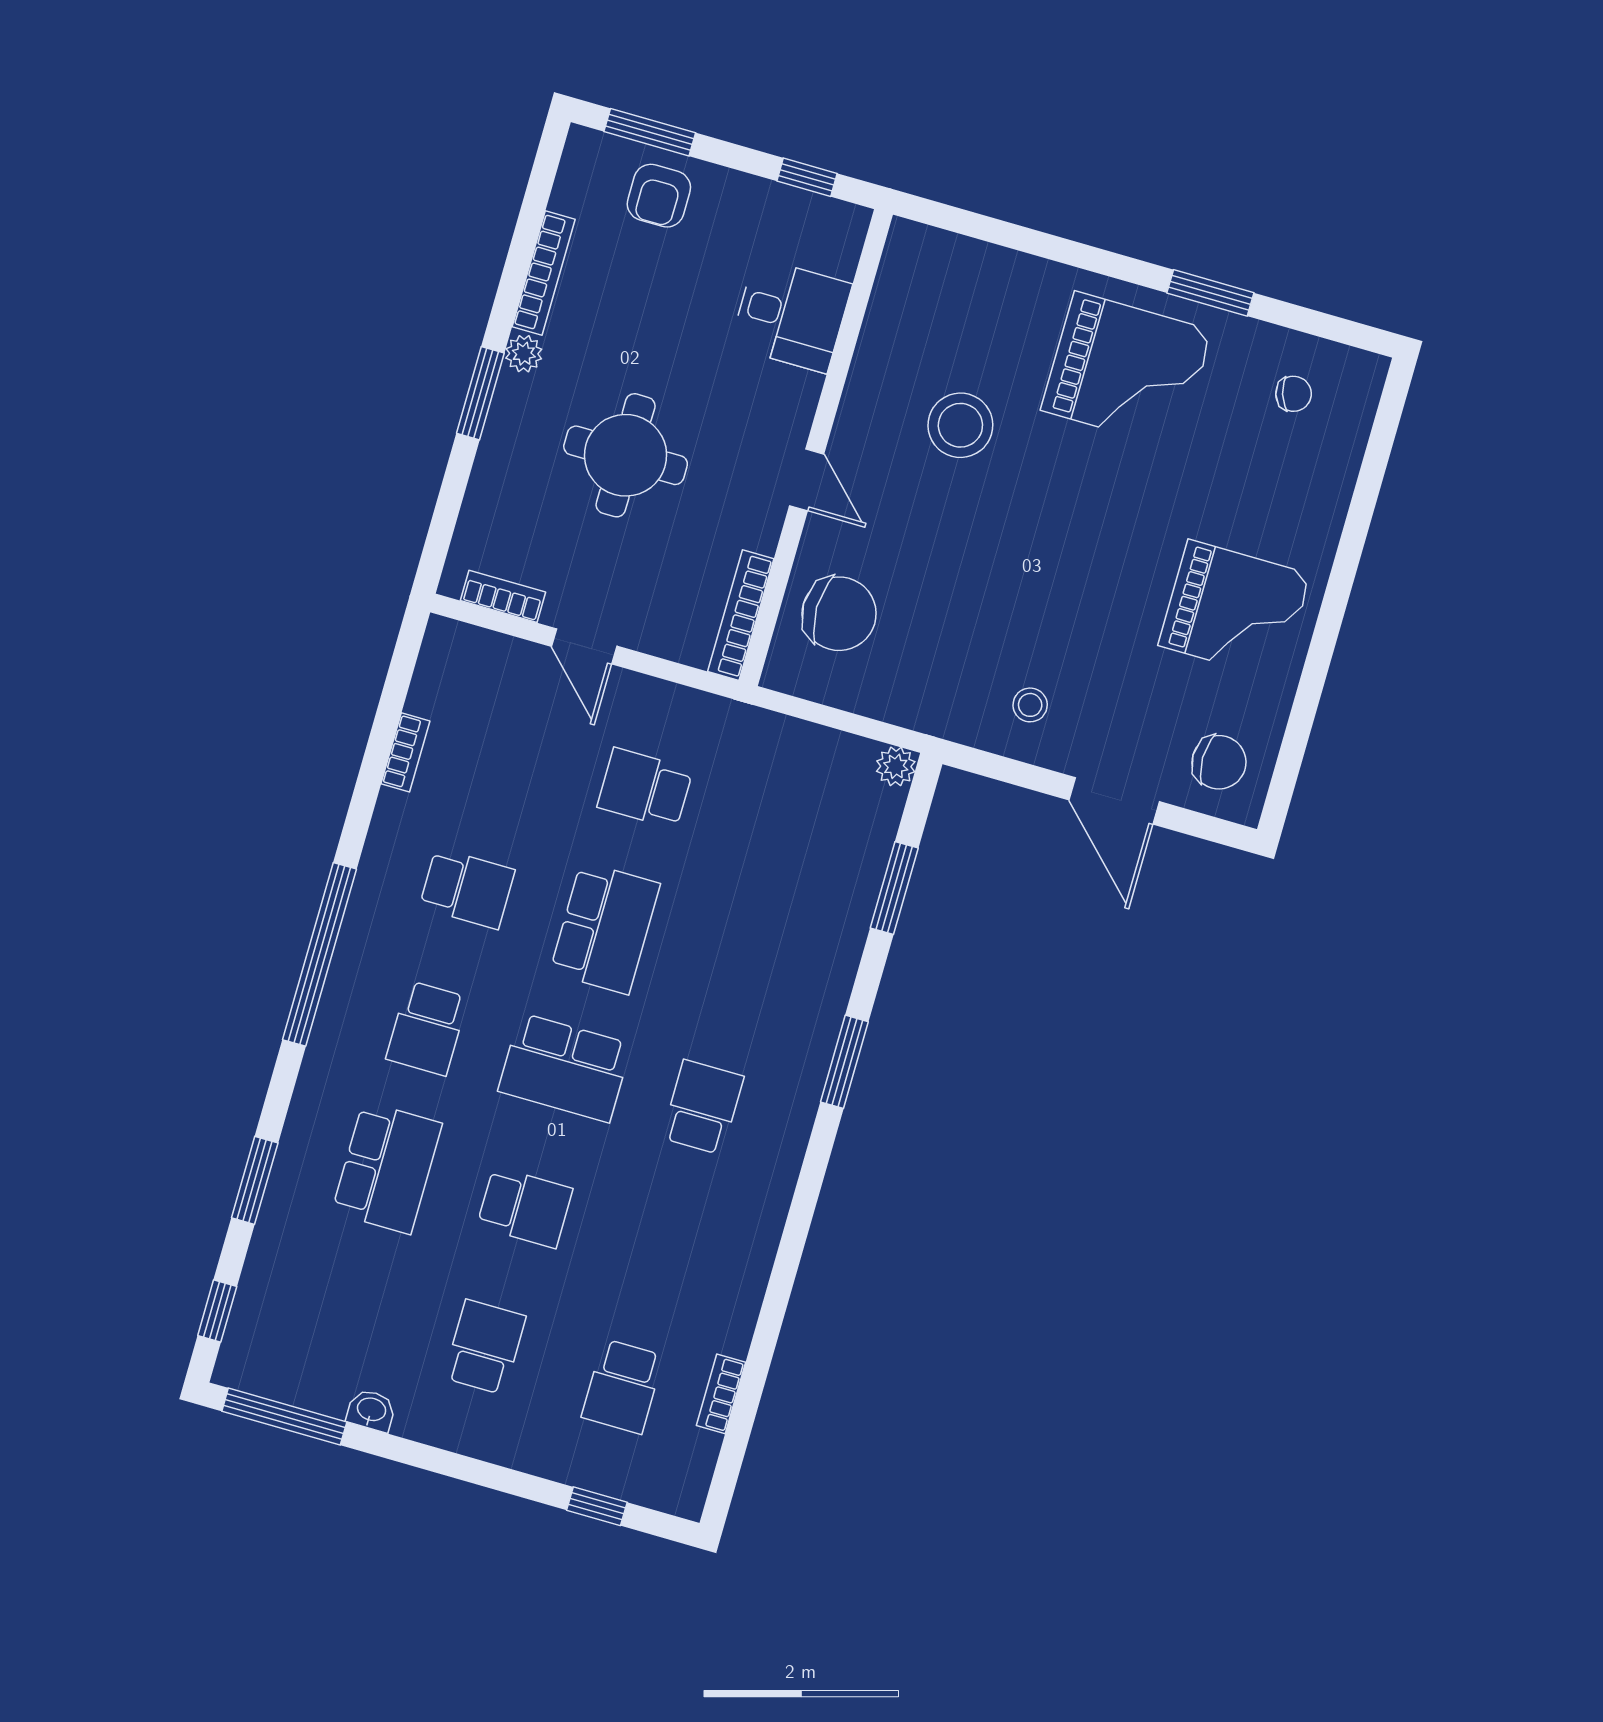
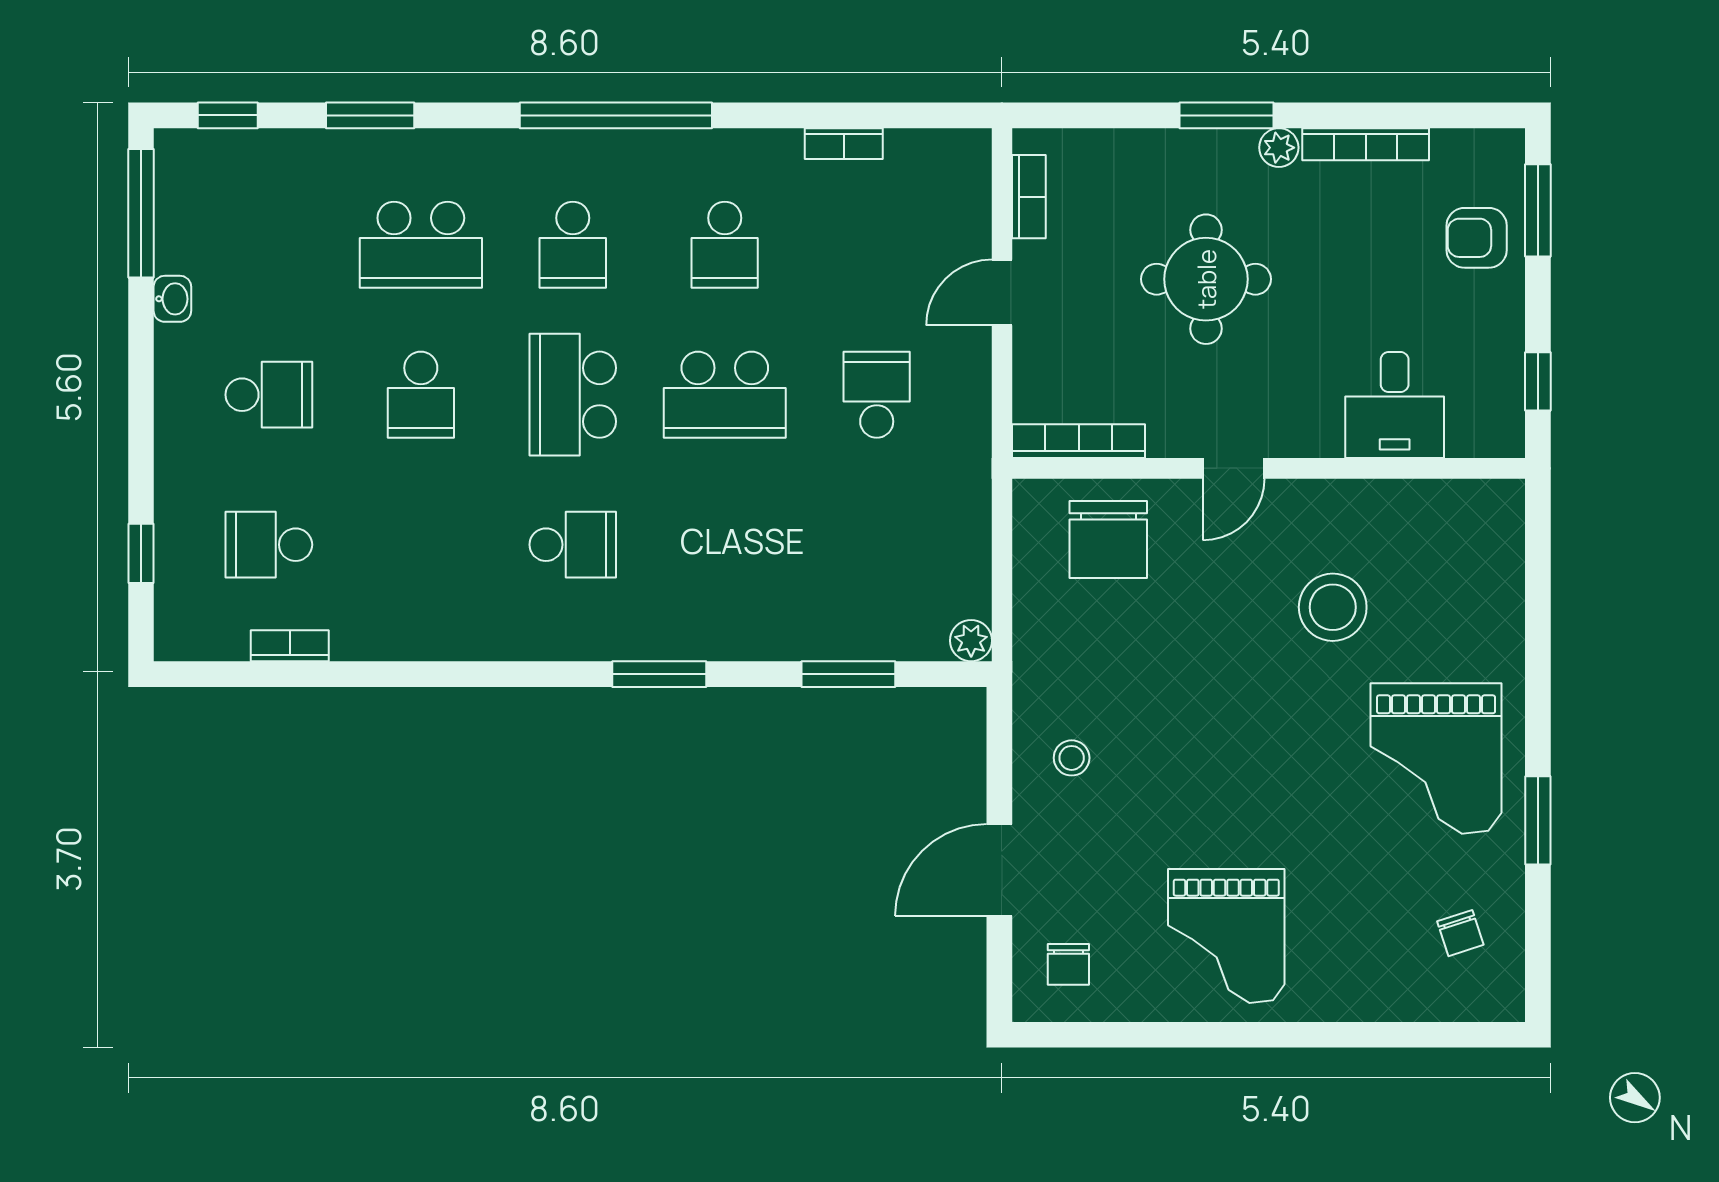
chair: (1219, 762) -> (1068, 964), width x0.73, depth x0.73
school desk: (427, 1028) -> (573, 245), turned -90

